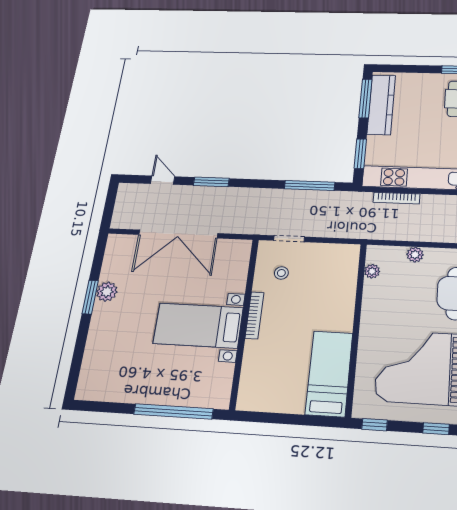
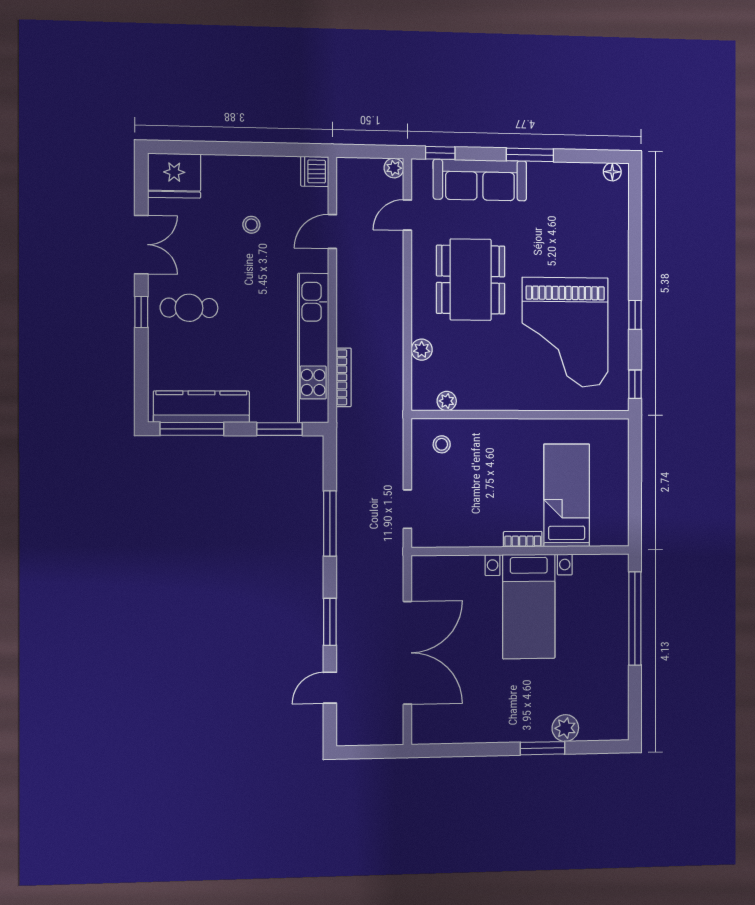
window: (310, 185) -> (330, 524), moved
stool: (281, 273) -> (442, 444), moved
plant: (107, 292) -> (565, 728), moved
window: (90, 297) -> (542, 748), moved
bookcase: (254, 315) -> (523, 539), width x0.64
bed: (329, 373) -> (567, 495), moved, turned 90

